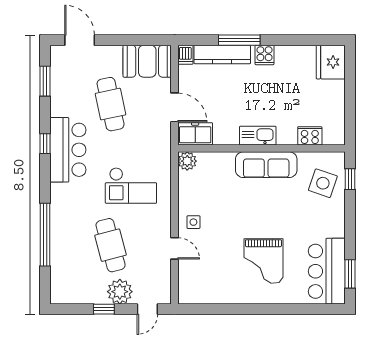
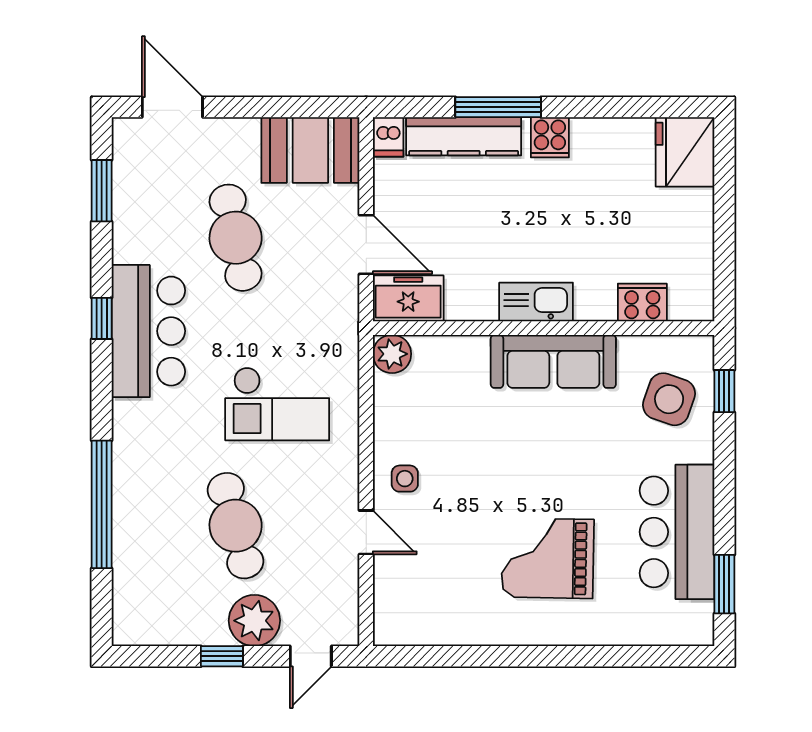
grand piano: (263, 261) -> (548, 558), turned 91
bar counter: (327, 271) -> (677, 532), moved

